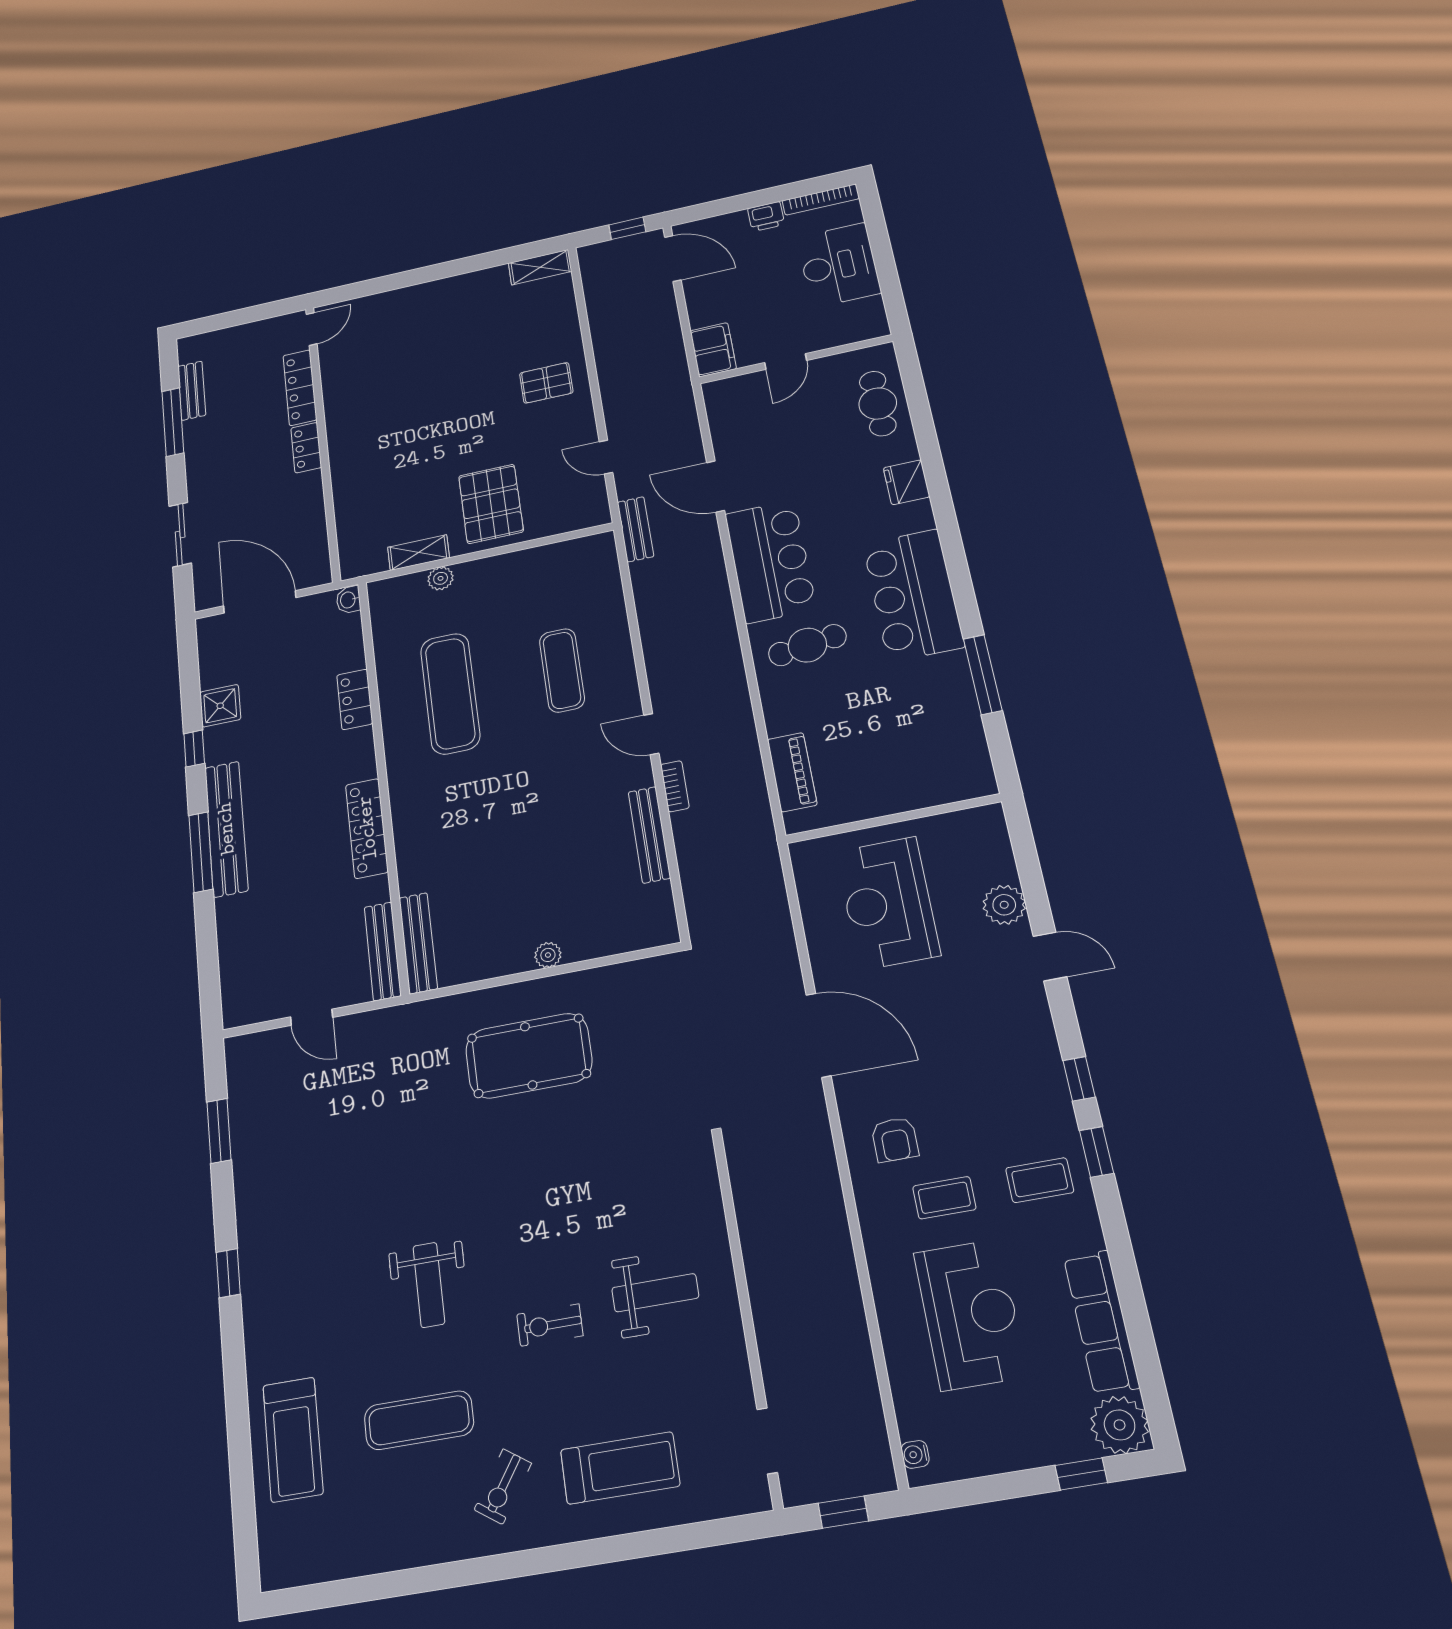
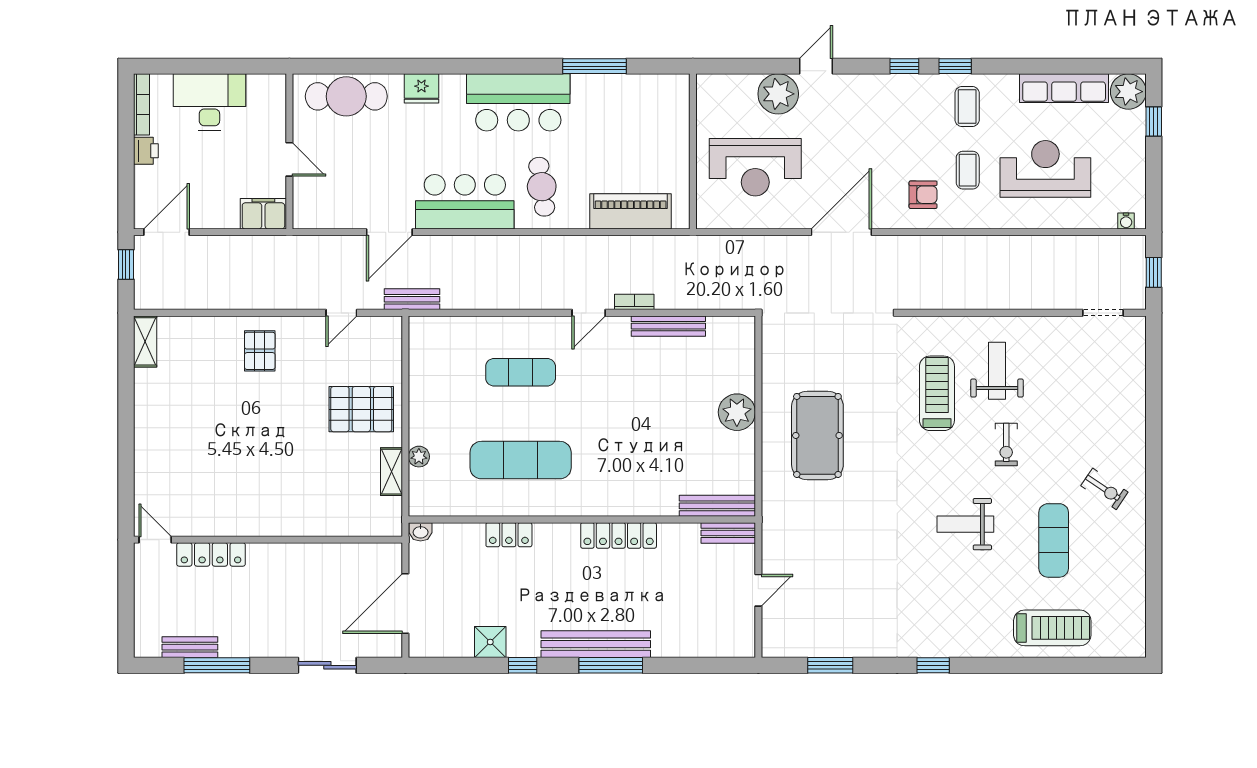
cafe table: (878, 403) -> (346, 96), width x1.37, depth x1.35
locker: (306, 448) -> (271, 554), removed
piano: (792, 772) -> (631, 211), width x1.37, depth x1.33
plant: (1004, 905) -> (778, 94), width x1.36, depth x1.36
bench: (383, 951) -> (728, 533), width x0.73
plant: (548, 955) -> (737, 412), width x1.87, depth x1.87
weight bench: (429, 1285) -> (965, 524), turned 180
treadmill: (620, 1468) -> (937, 393), moved

